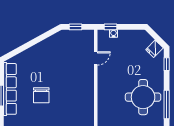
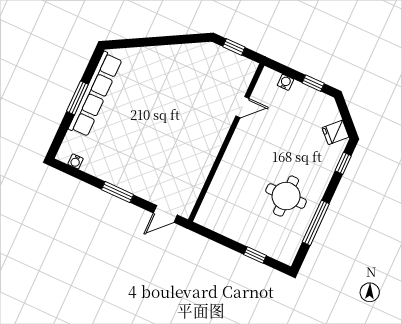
window: (110, 27) -> (313, 83), moved
chair: (41, 95) -> (137, 124), removed
round table: (143, 97) -> (286, 196), width x0.73, depth x0.73

